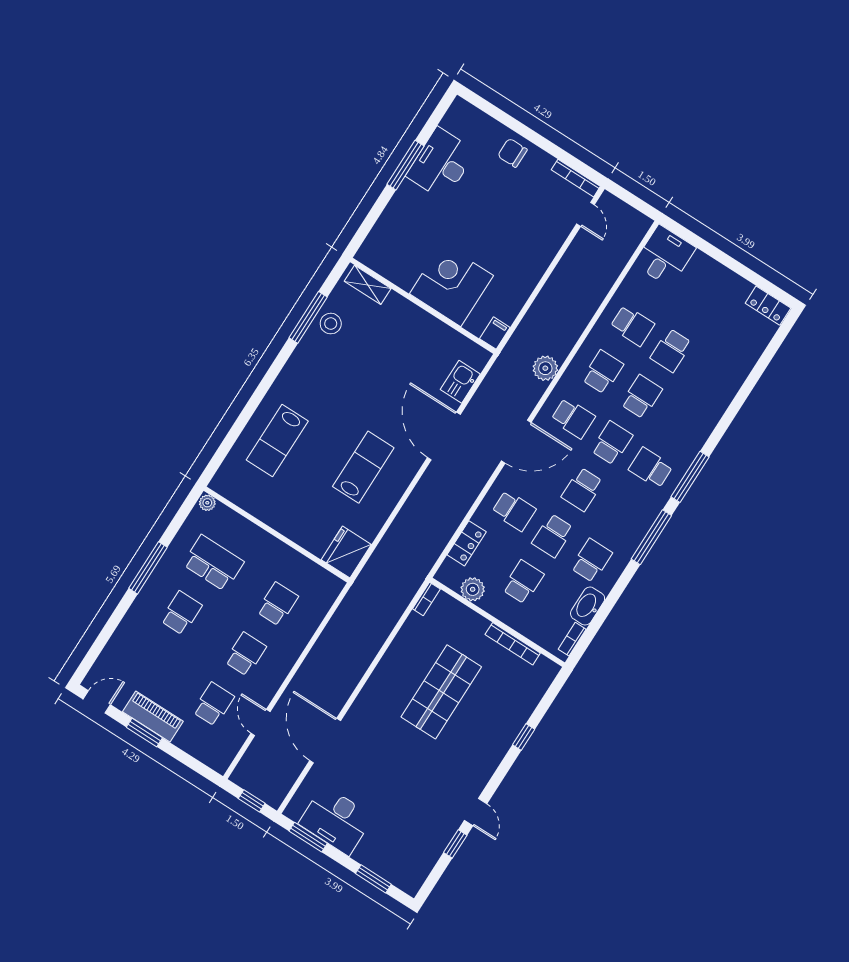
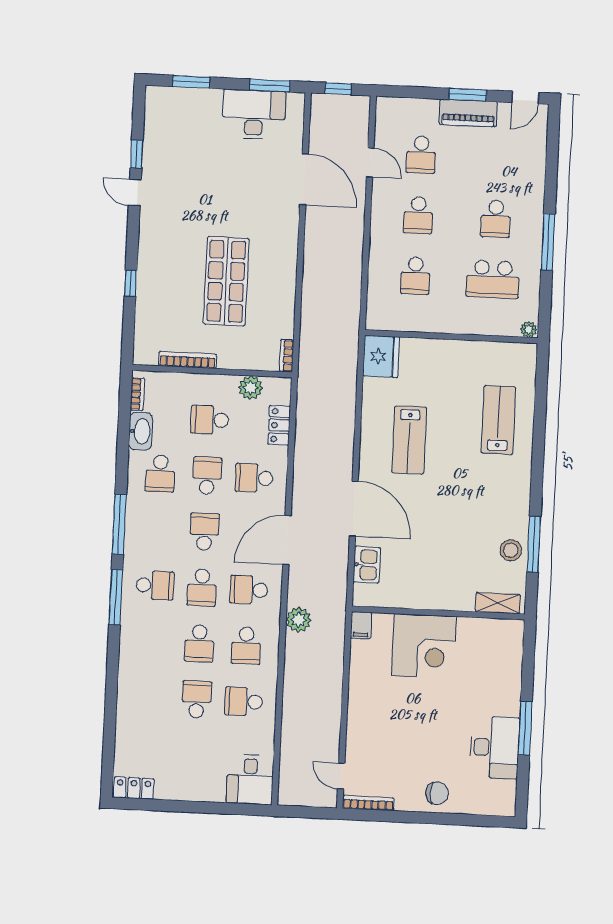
school desk: (523, 582) -> (210, 420), turned 90

